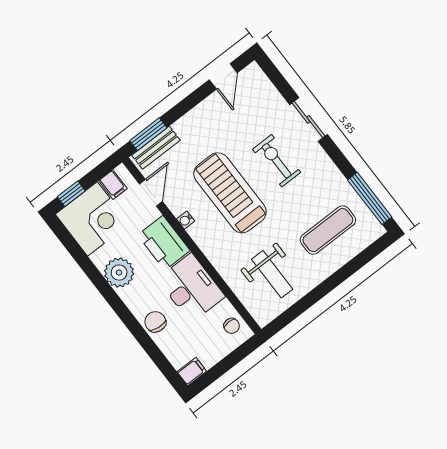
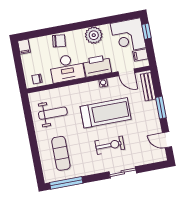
window: (148, 134) -> (161, 108), moved
weight bench: (272, 274) -> (53, 113), turned 180

